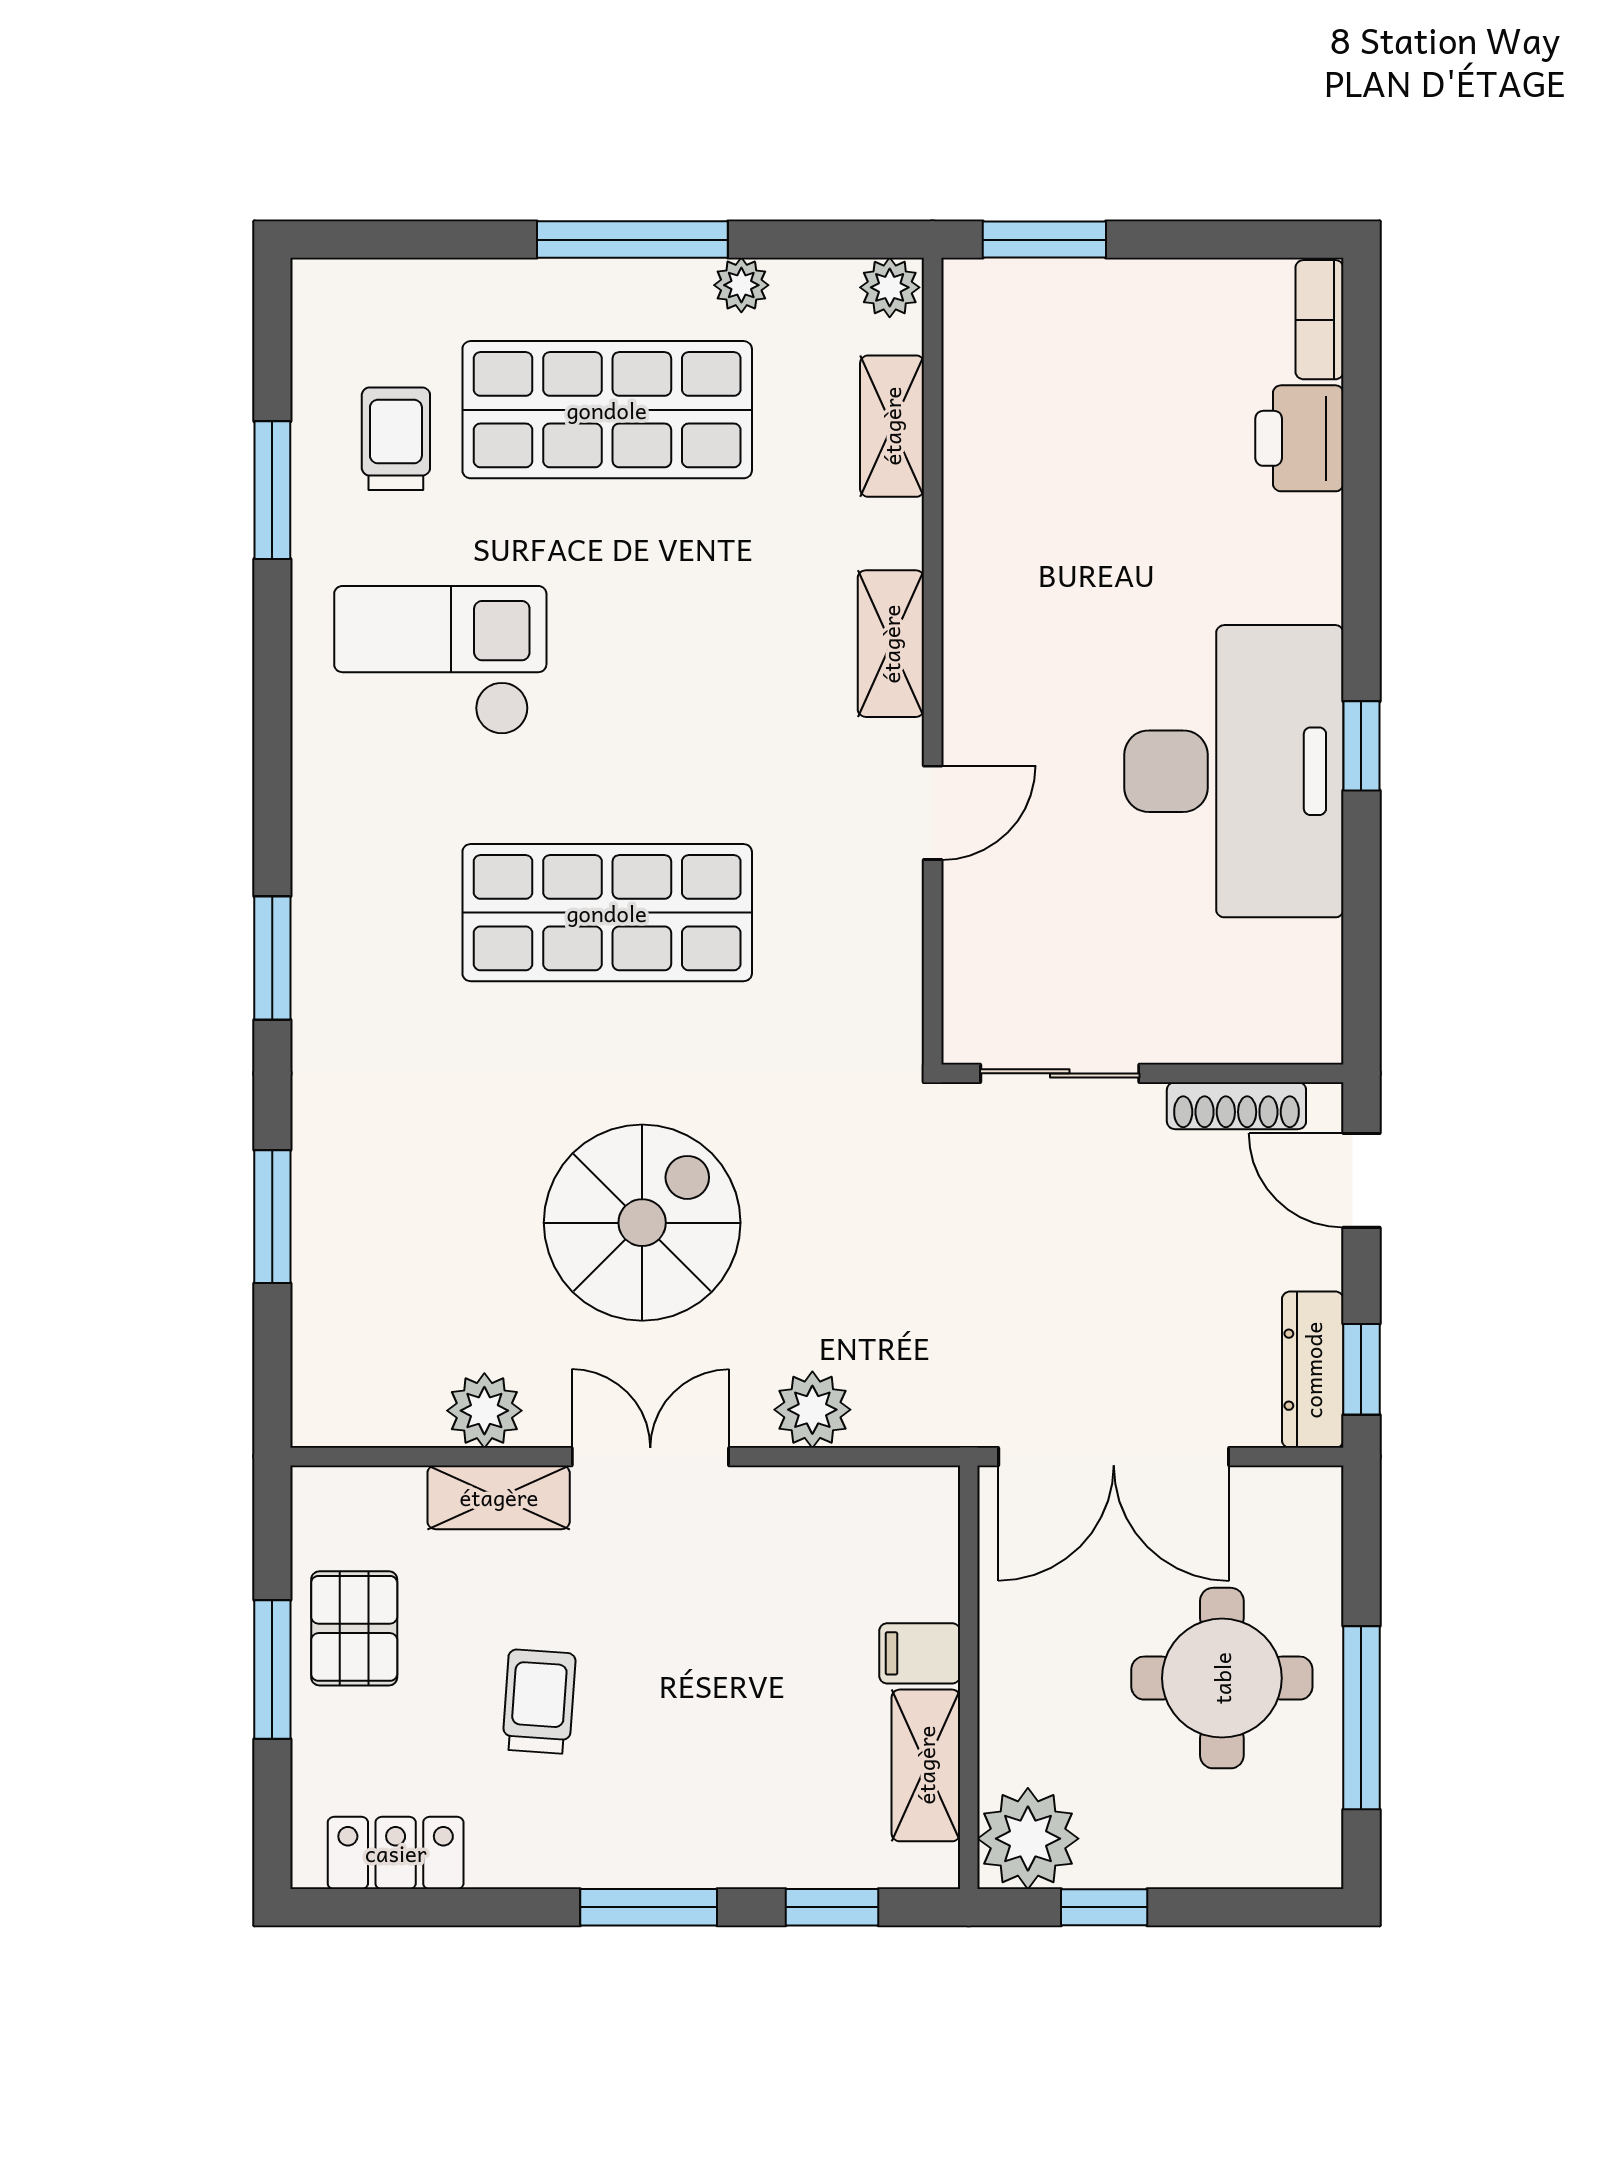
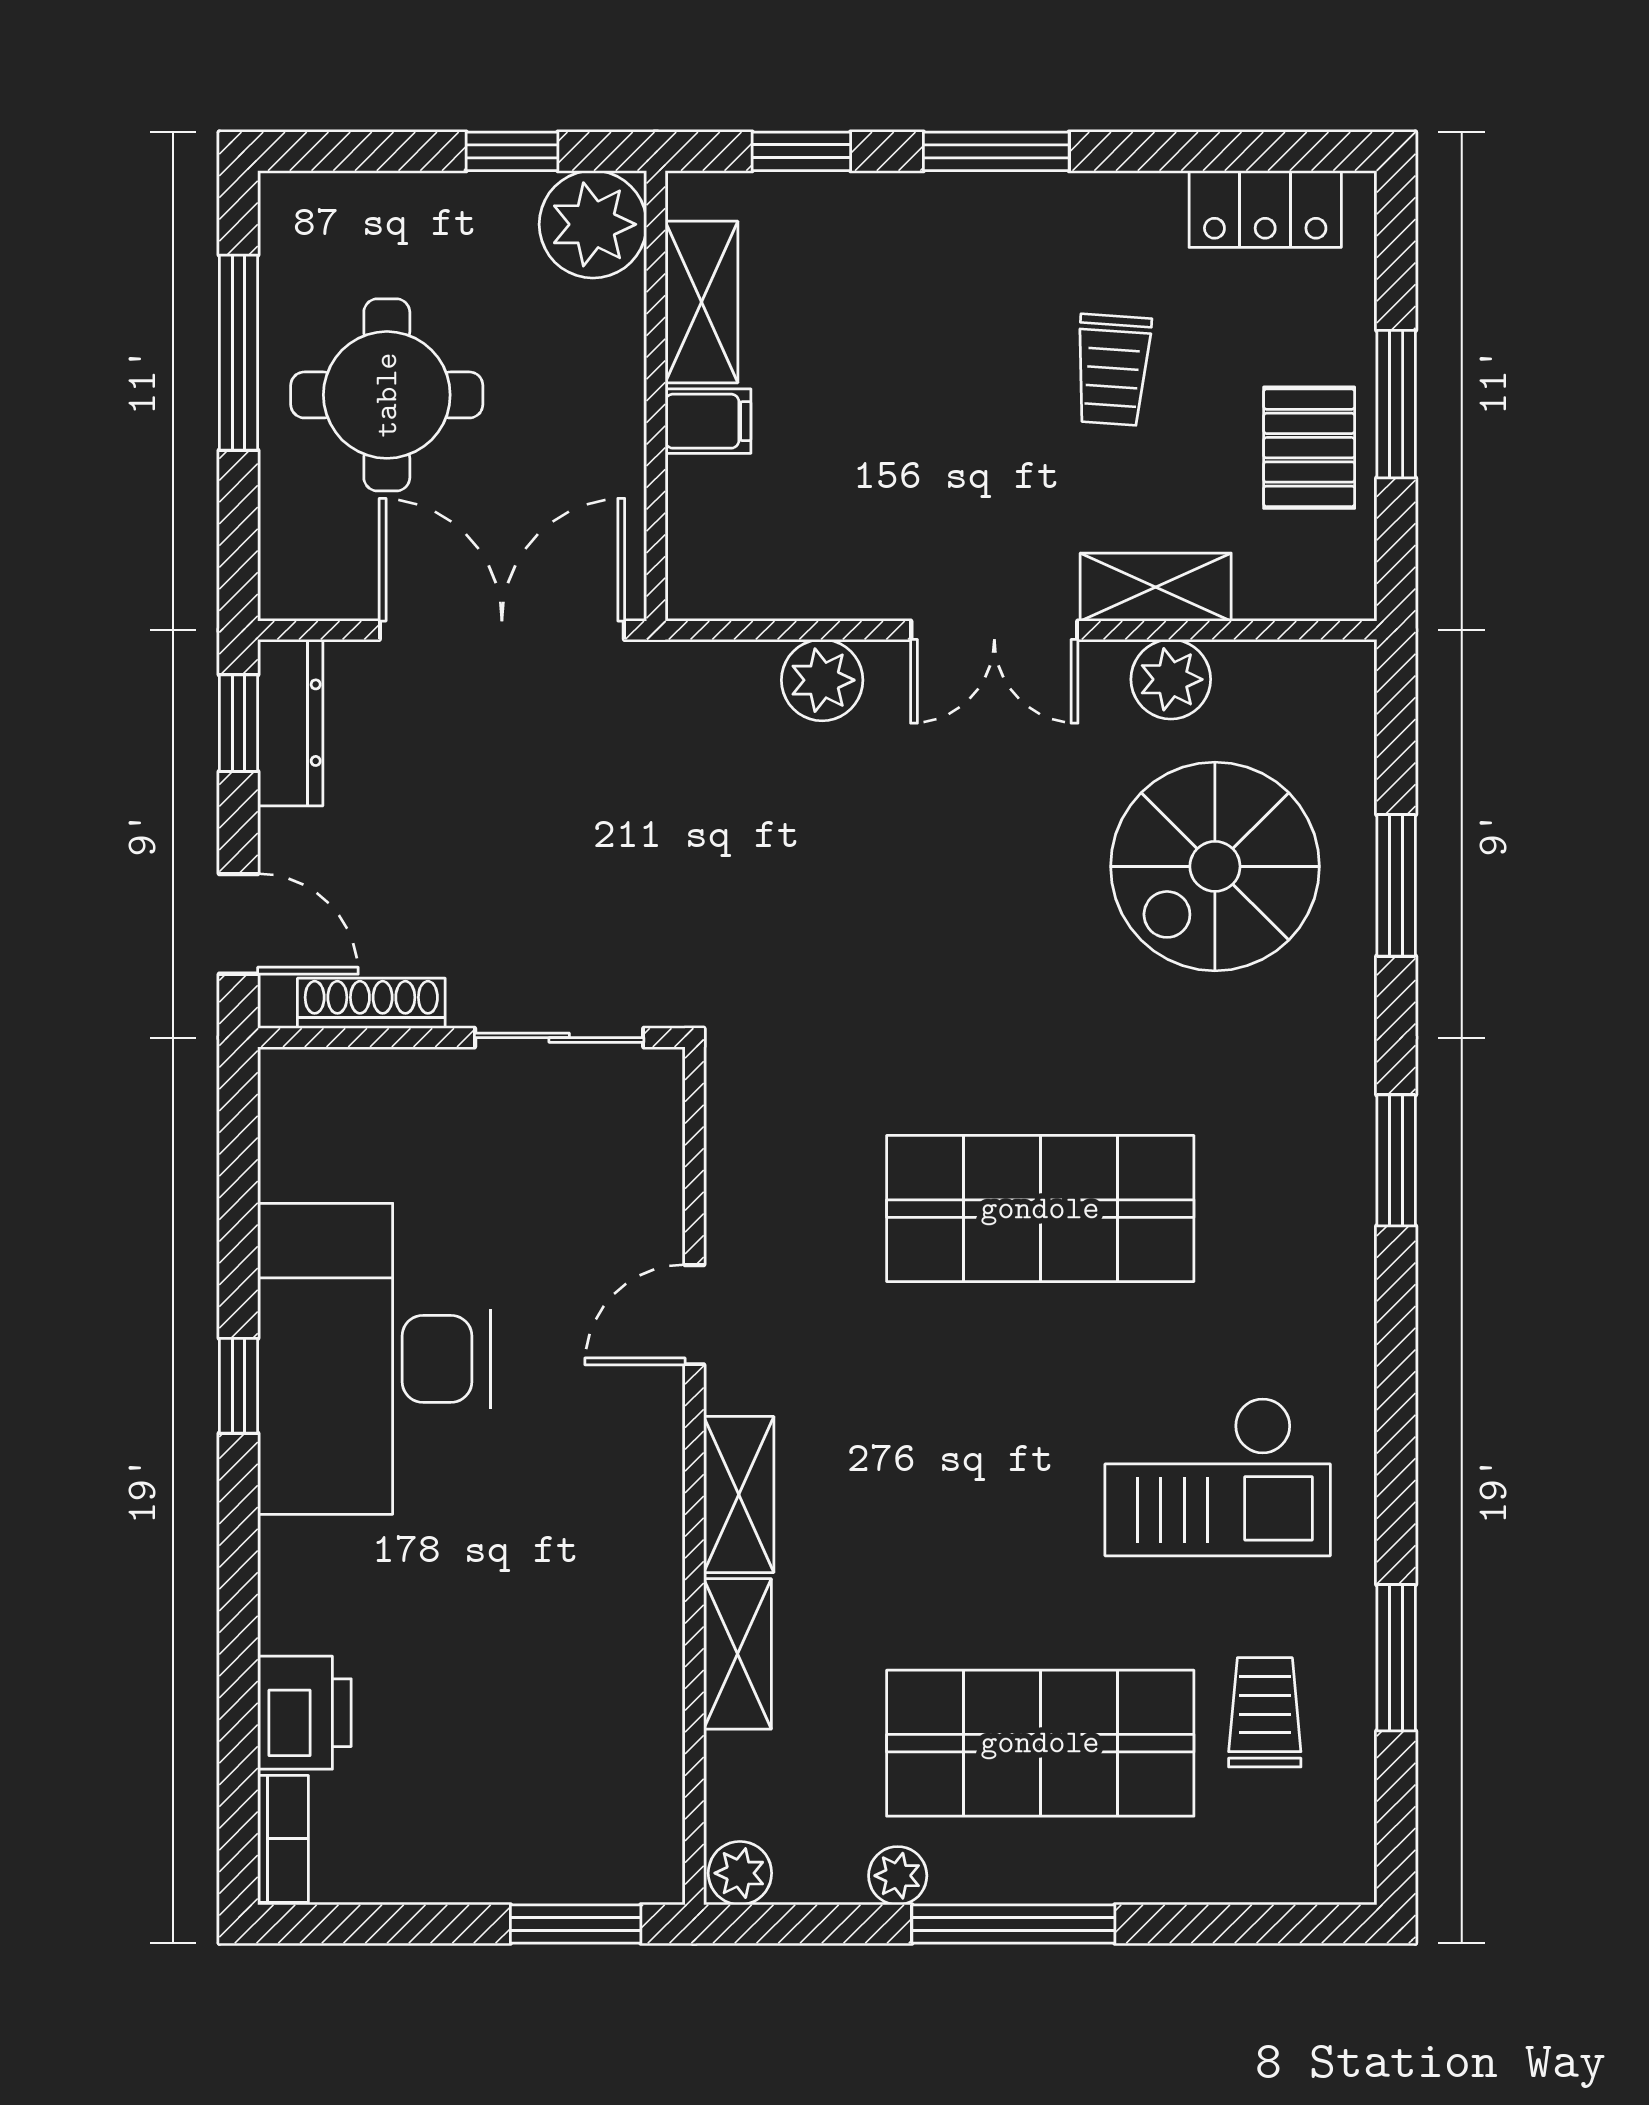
shelving: (892, 426) -> (737, 1654), moved
trolley: (396, 439) -> (1265, 1712), turned 180
spiral stairs: (642, 1223) -> (1215, 866), moved

